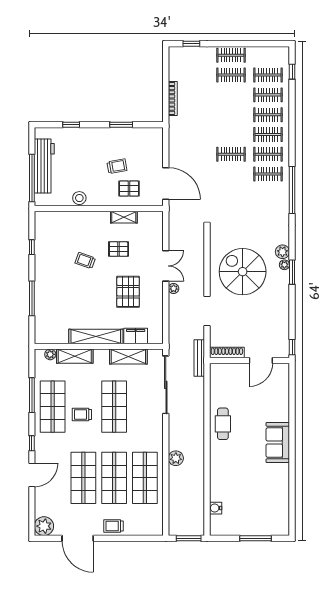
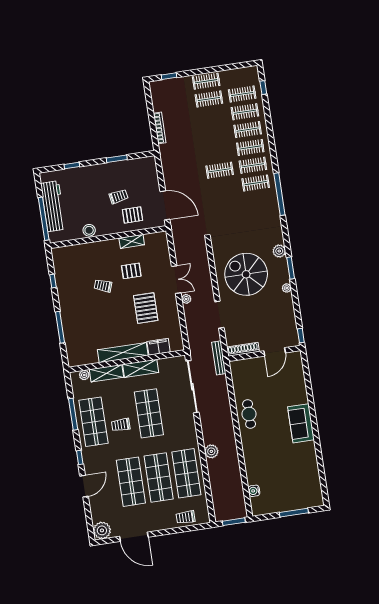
plant: (284, 265) -> (287, 288), moved
shelving: (128, 356) -> (141, 368), moved
trolley: (113, 526) -> (186, 517), moved

